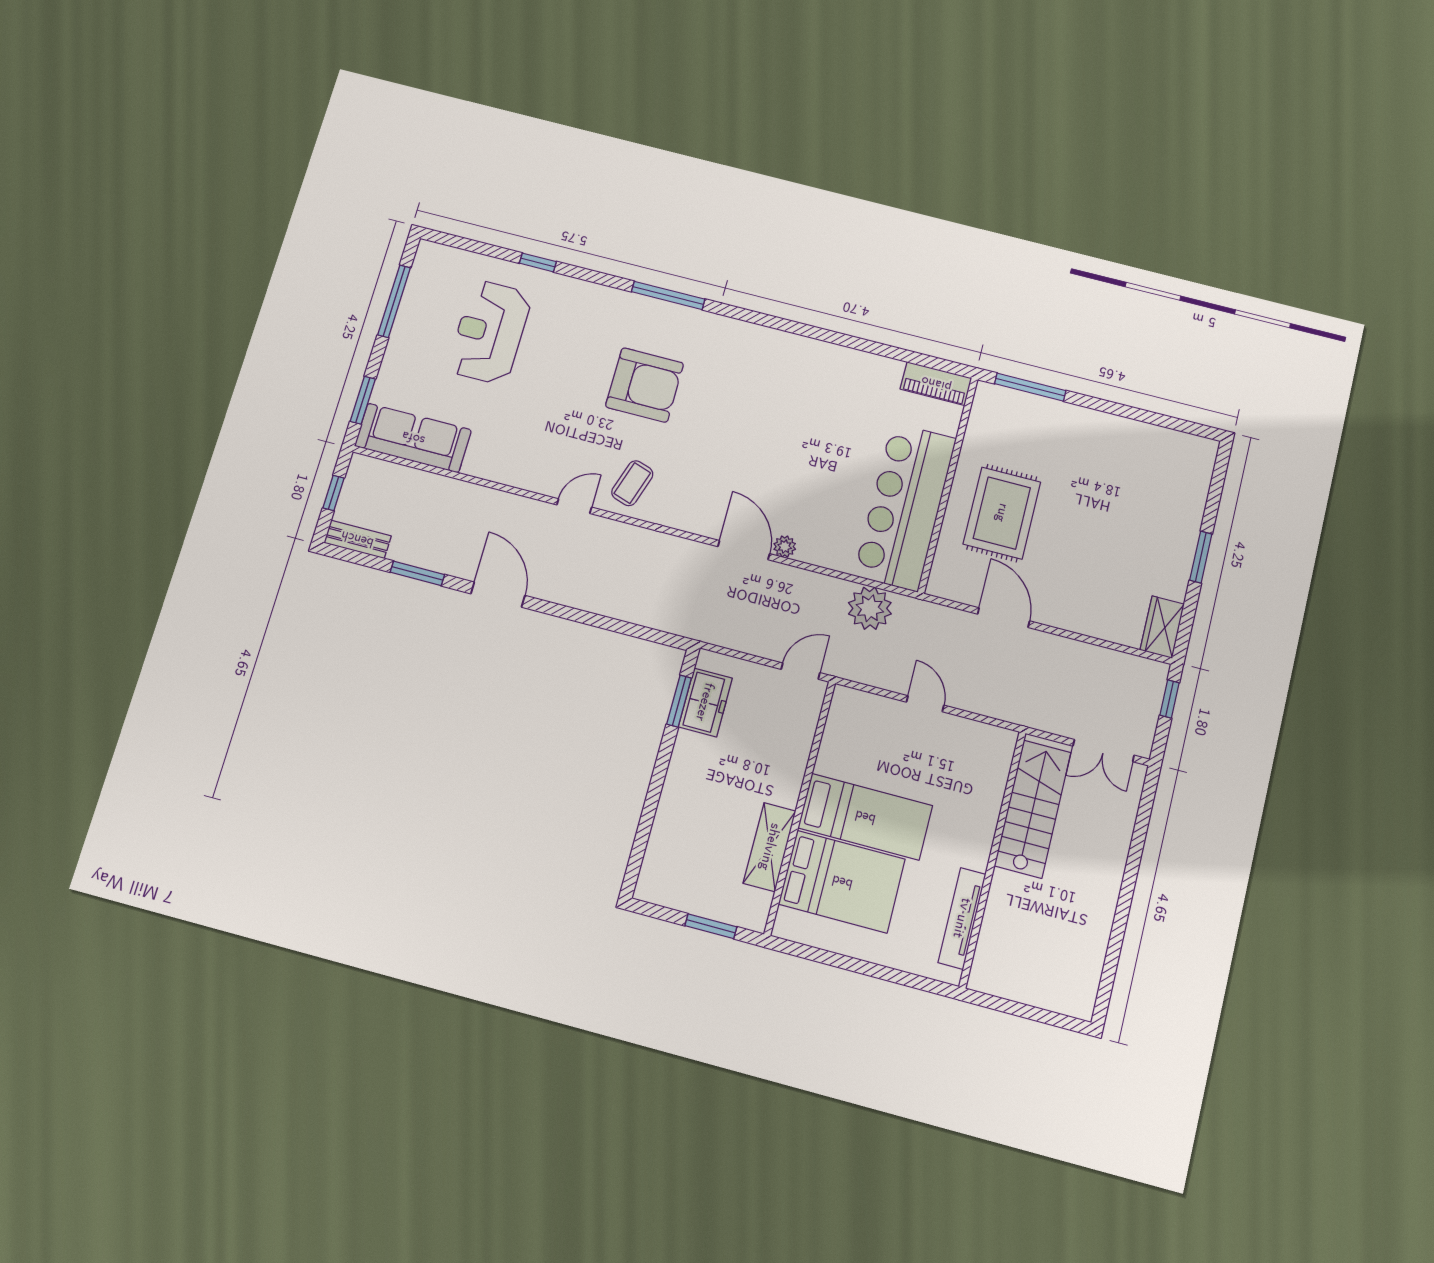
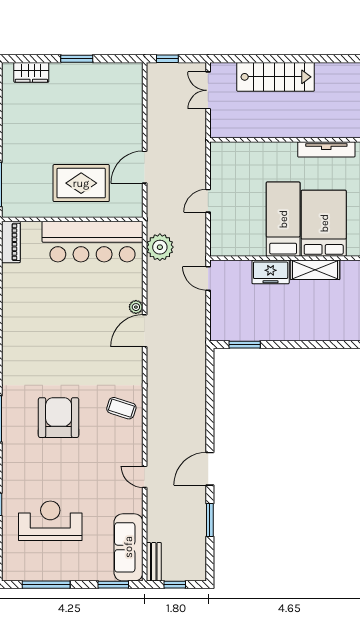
reception desk: (490, 332) -> (50, 521), turned 180
door: (574, 506) -> (145, 477), moved
bench: (357, 539) -> (154, 562), moved
wardrobe: (1162, 627) -> (31, 72), moved
freezer: (705, 702) -> (271, 272), moved, turned 180
double door: (1104, 751) -> (208, 90), swing flipped
stairs: (1033, 809) -> (276, 77), moved, turned 180

